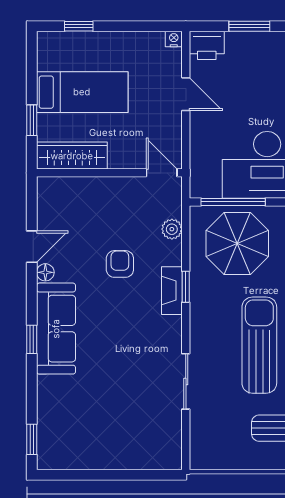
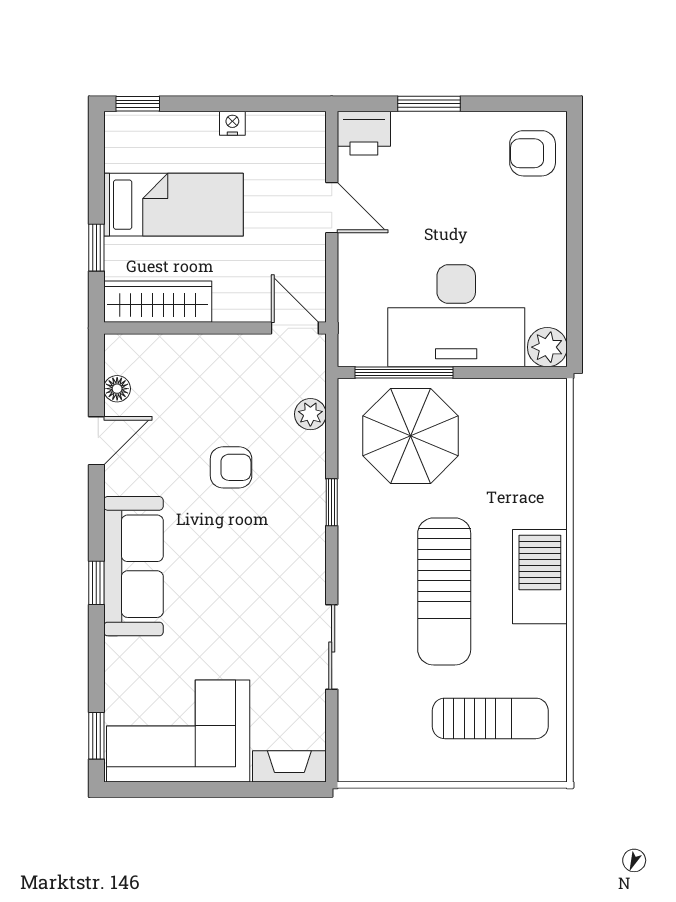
window: (79, 26) -> (138, 104), moved
nightstand: (174, 39) -> (232, 123), moved
armchair: (120, 264) -> (231, 467), turned 90
floor lamp: (45, 272) -> (117, 389), moved
fireplace: (172, 291) -> (289, 766), moved, turned 90
sun lounger: (259, 345) -> (444, 591), turned 180
corner sofa: (85, 436) -> (178, 731), added

